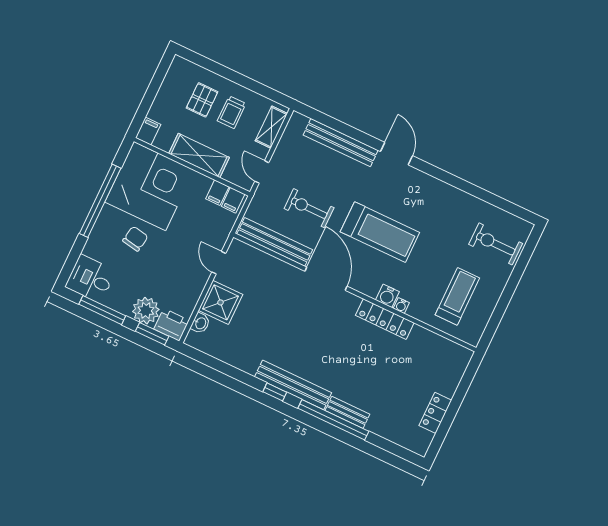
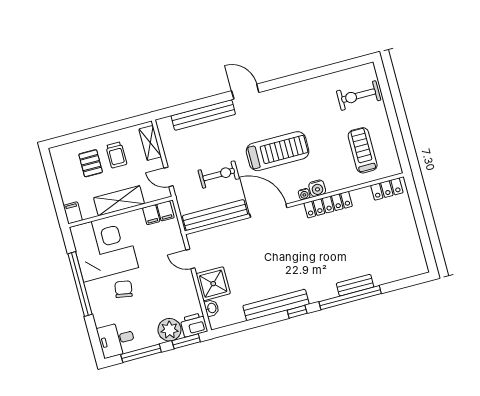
exercise bike: (309, 208) -> (219, 174), turned 180
water cooler: (401, 306) -> (304, 194), moved
bench: (293, 385) -> (276, 305), moved
locker: (435, 413) -> (387, 189), moved, turned -90

